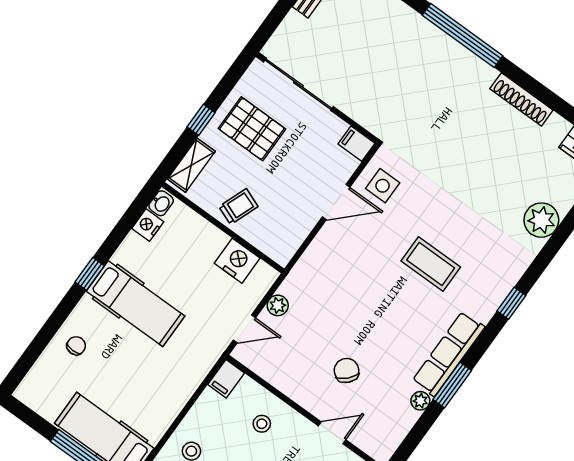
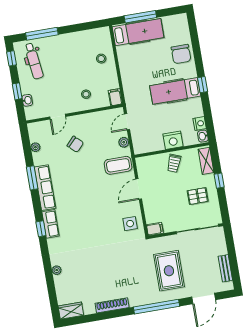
rug: (395, 67) -> (169, 271), added
pallet: (252, 129) -> (198, 196), width x0.67, depth x0.71
door: (336, 202) -> (139, 189), moved
plant: (541, 220) -> (57, 270), width x0.53, depth x0.53
nightstand: (237, 261) -> (173, 140), moved
coffee table: (431, 264) -> (118, 165), moved
row of seats: (492, 296) -> (50, 224), added
chair: (76, 346) -> (181, 54), width x1.87, depth x1.87
plant: (420, 401) -> (35, 147), moved

